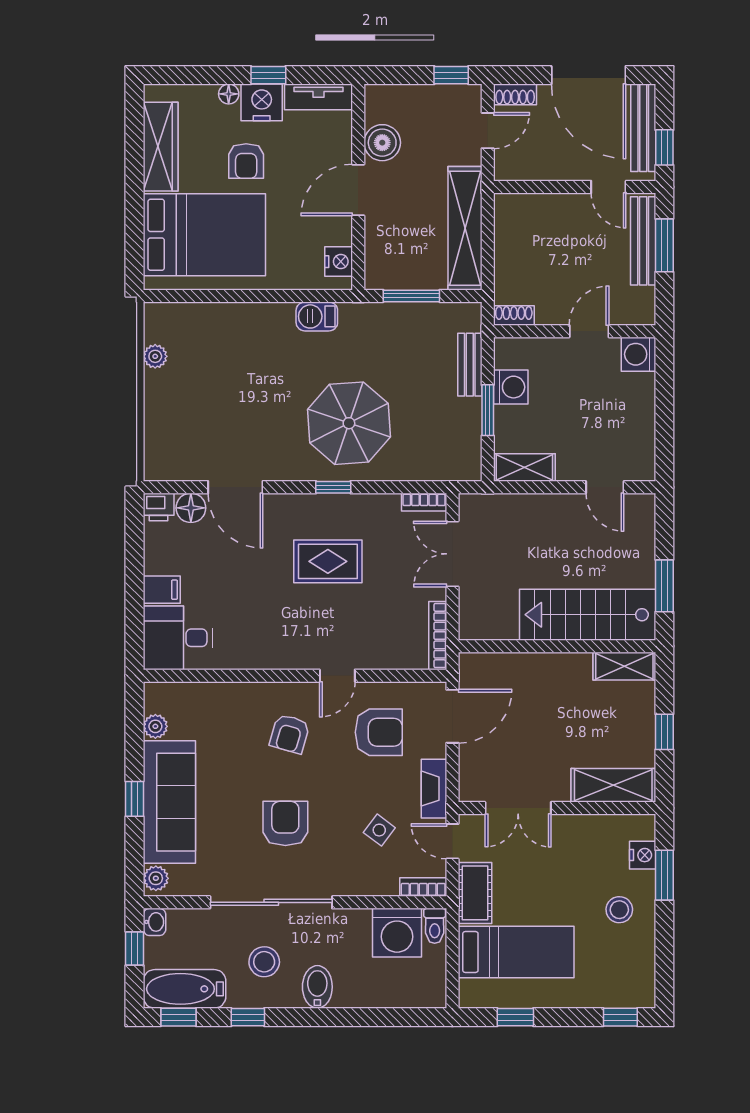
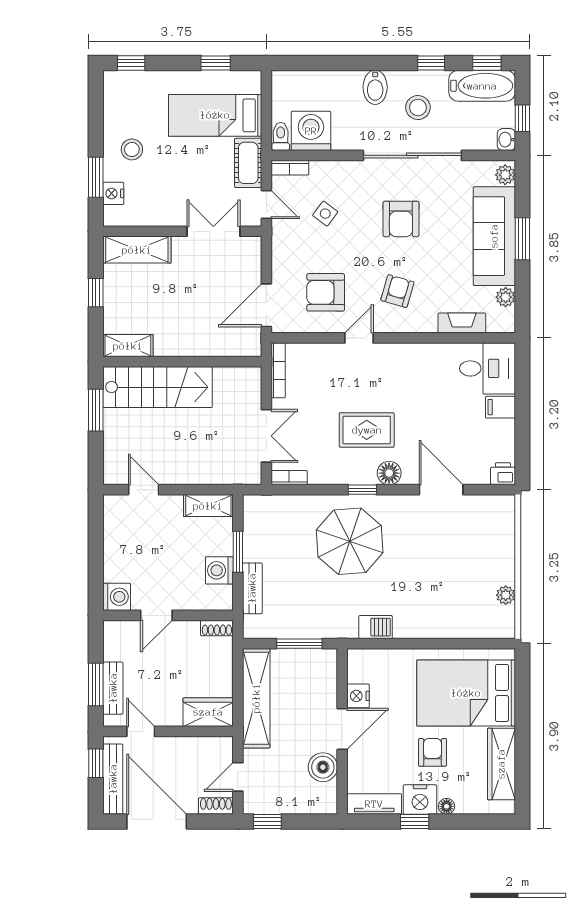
wardrobe: (525, 211) -> (208, 712), added
bench: (643, 241) -> (113, 688), width x0.73
nightstand: (339, 262) -> (358, 696), moved
floor lamp: (191, 508) -> (389, 473), moved
fireplace: (434, 789) -> (462, 323), moved, turned -90
window: (134, 799) -> (522, 239), width x1.50

